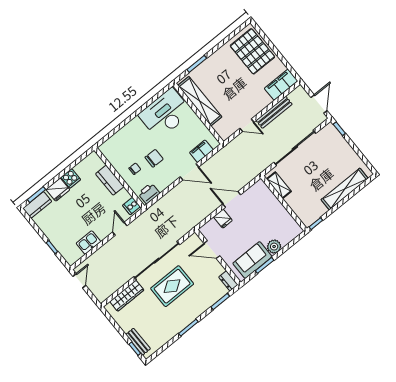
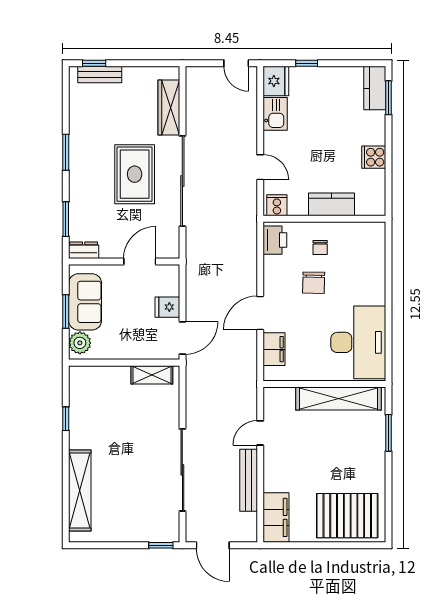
shelving: (279, 185) -> (152, 375), moved
fridge: (58, 190) -> (276, 81), moved, turned 180
wall: (284, 203) -> (124, 363), moved

